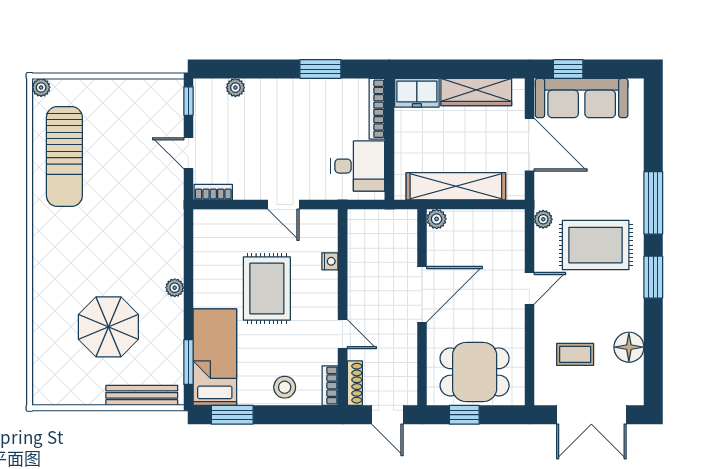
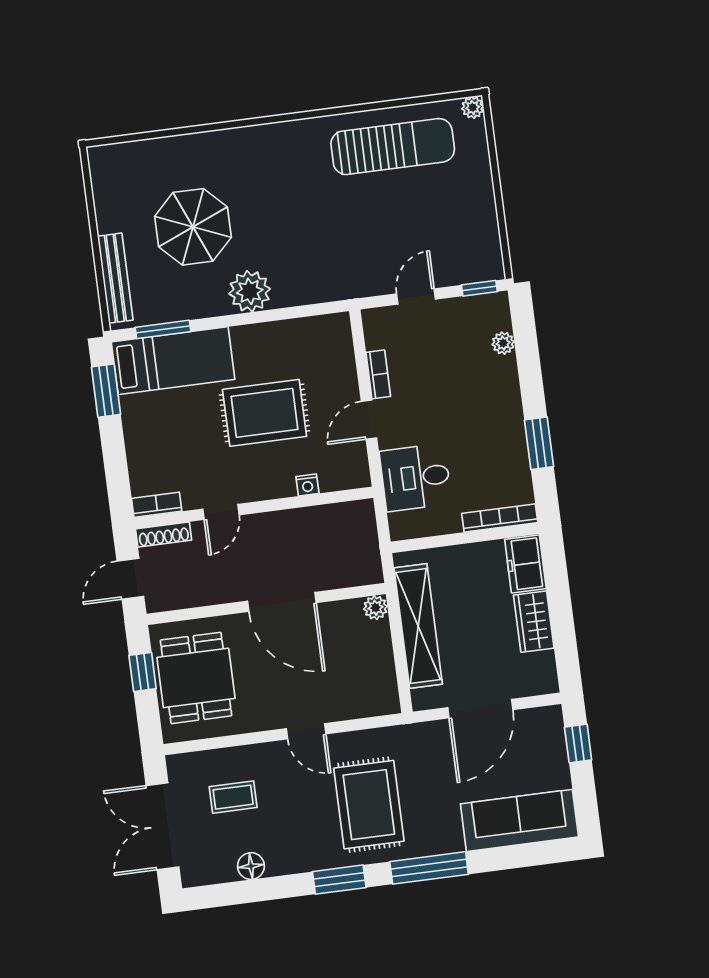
wardrobe: (476, 92) -> (534, 622), width x0.67
sofa: (582, 98) -> (519, 820), moved, turned 90
sun lounger: (64, 157) -> (393, 147), turned 180
desk: (358, 166) -> (416, 477), moved, turned 90
bookcase: (213, 192) -> (378, 374), moved
plant: (543, 219) -> (392, 737), removed
plant: (175, 288) -> (250, 291), width x1.88, depth x1.88
floor lamp: (629, 347) -> (251, 866), width x0.73, depth x0.73
coffee table: (575, 354) -> (233, 797), turned 90
stool: (285, 387) -> (148, 450), removed

